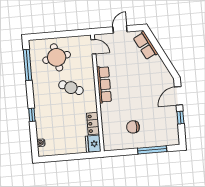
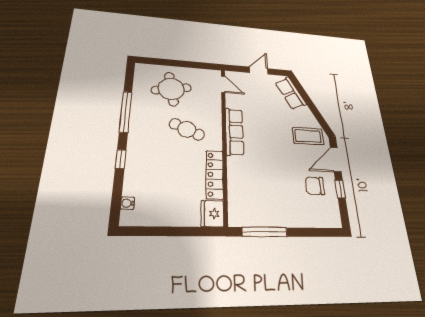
window: (28, 65) -> (126, 112), moved
coffee table: (158, 80) -> (308, 136), added
locker: (93, 124) -> (215, 174), width x1.53
chair: (133, 127) -> (315, 186), moved
window: (152, 150) -> (265, 232), moved

